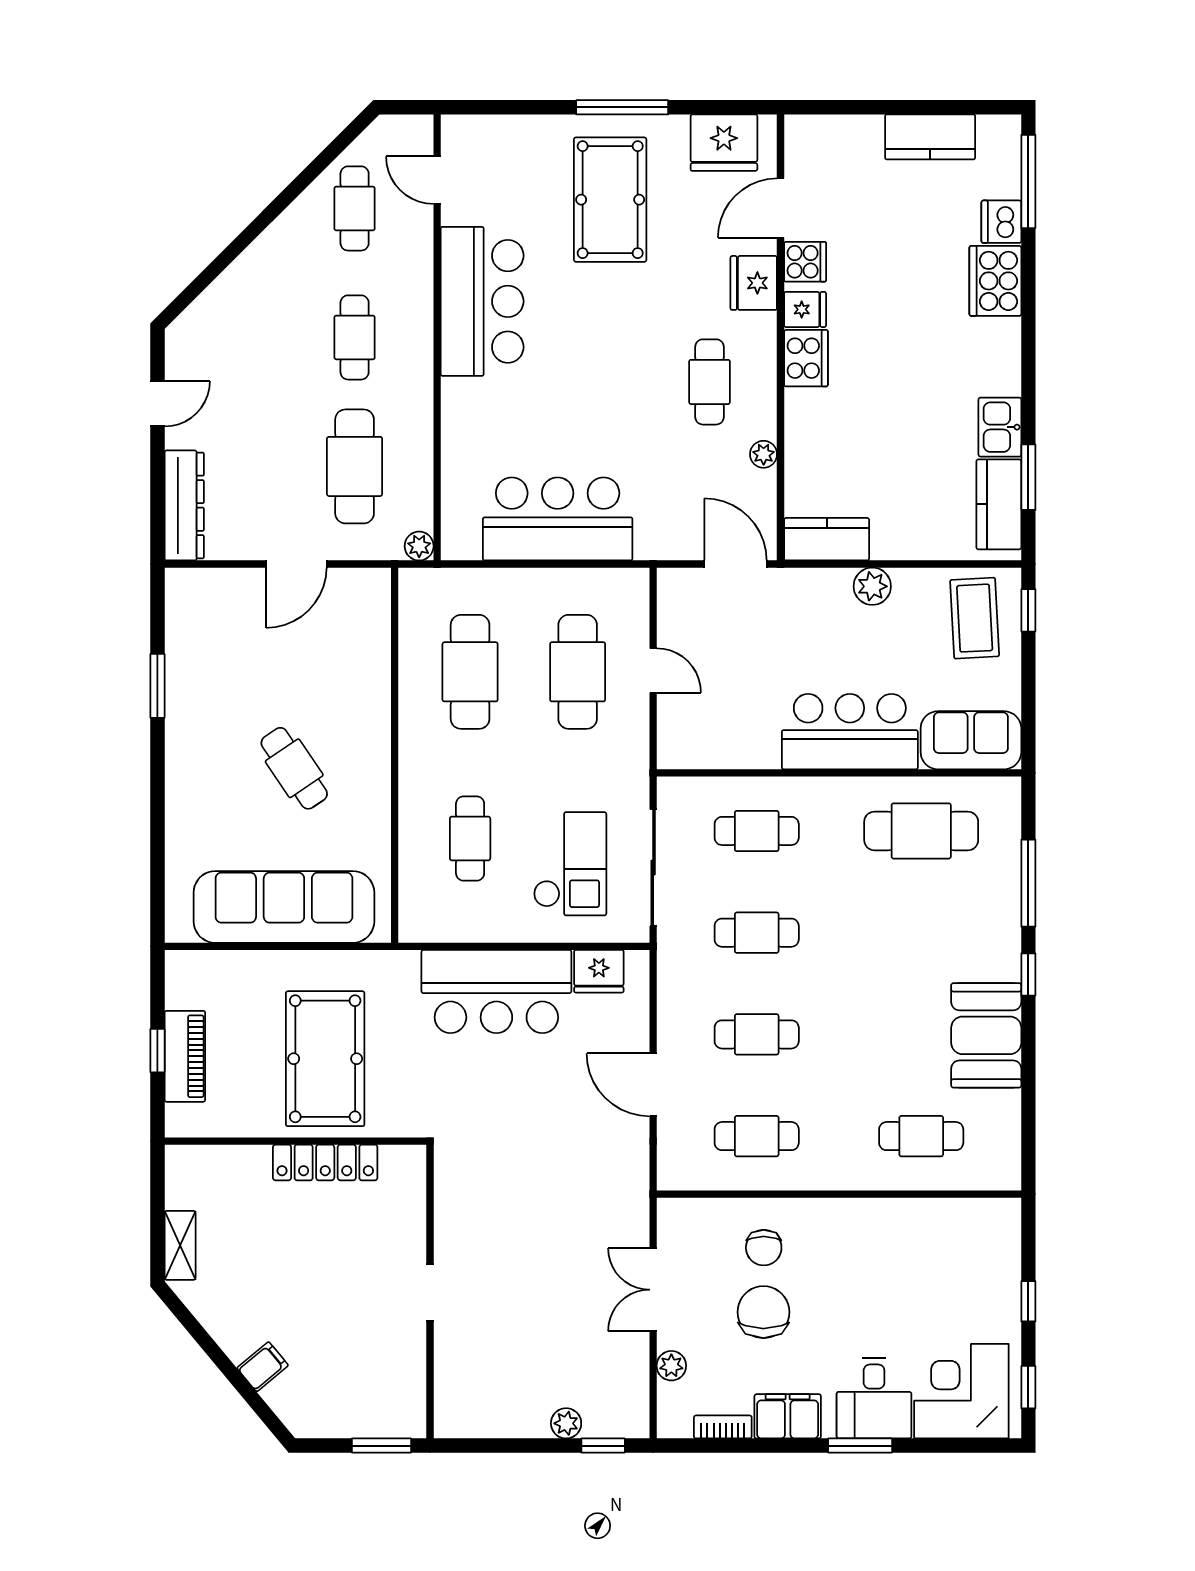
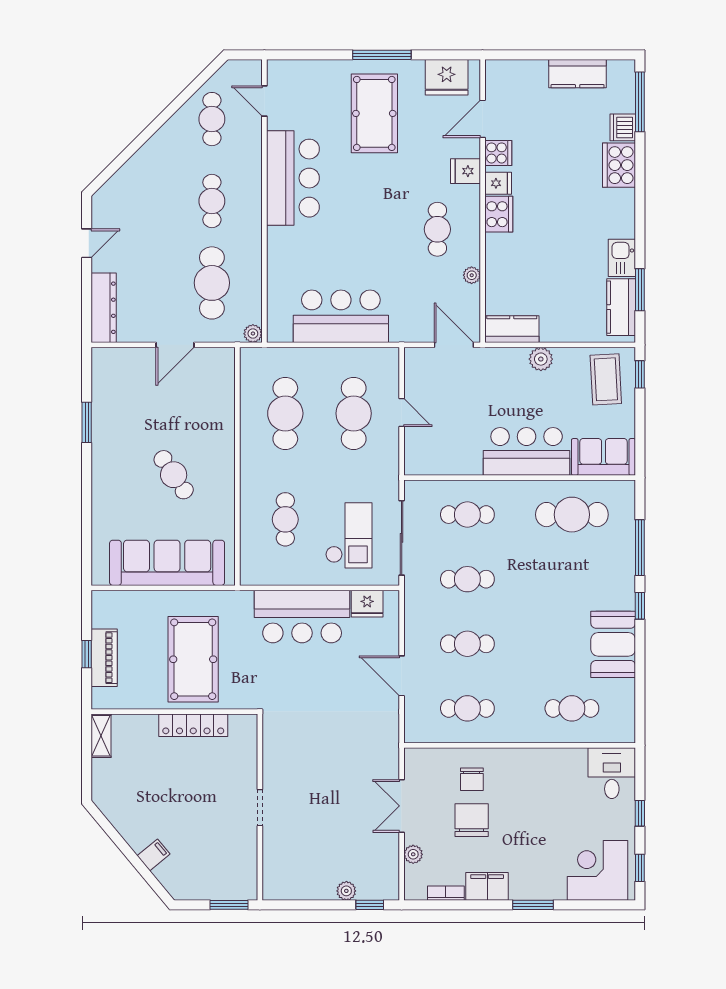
fridge: (754, 283) -> (465, 171), width x0.72
shelving: (180, 1245) -> (101, 736), moved
desk: (874, 1398) -> (612, 773), moved, turned 180

